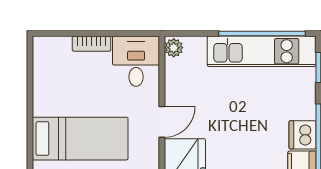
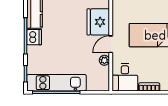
plant: (174, 48) -> (104, 60), moved

